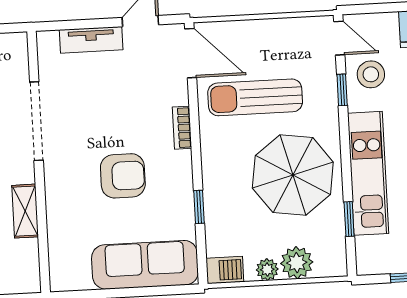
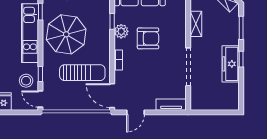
tv unit: (91, 40) -> (171, 105), moved
armchair: (123, 176) -> (148, 38), turned 180
plant: (179, 187) -> (121, 31), added

